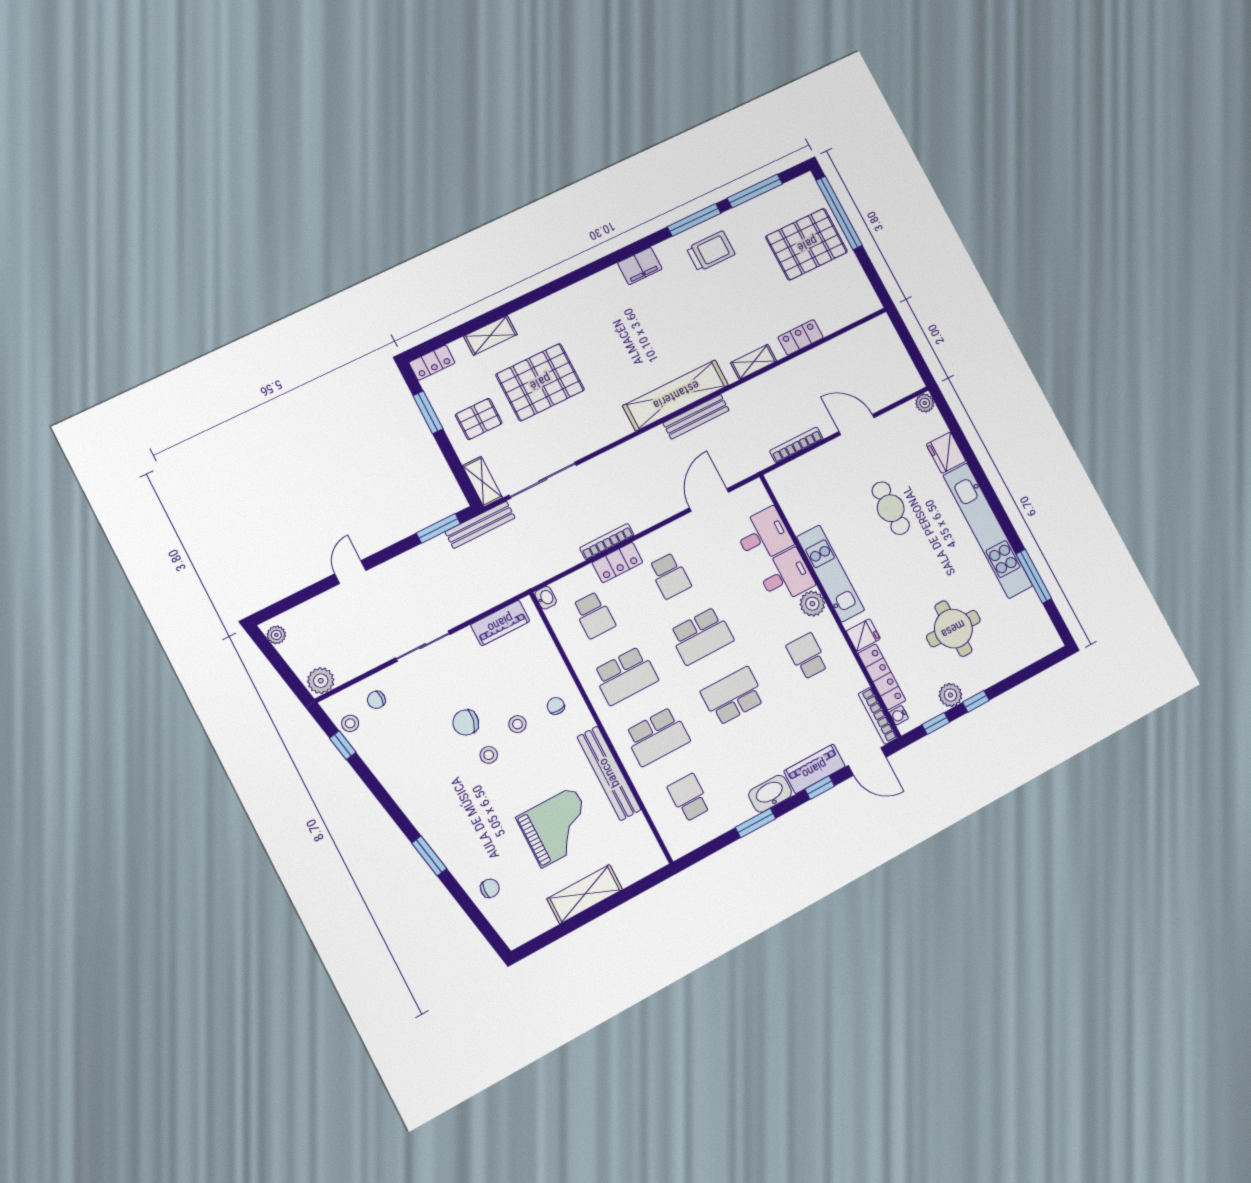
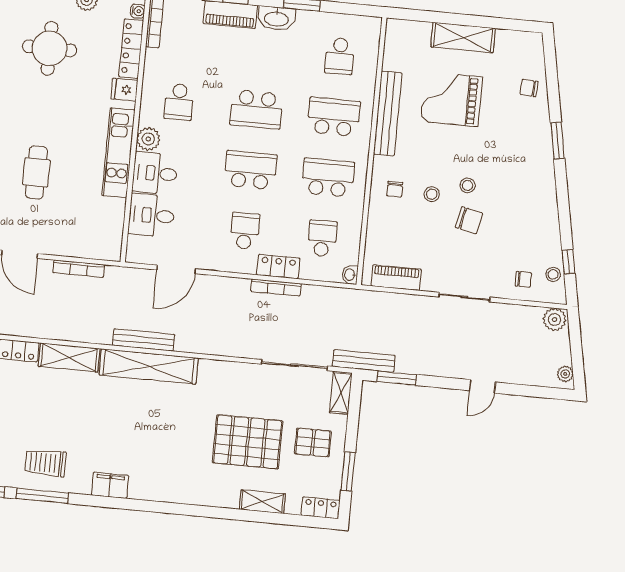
shelving: (754, 362) -> (69, 357), width x1.50, depth x1.33

